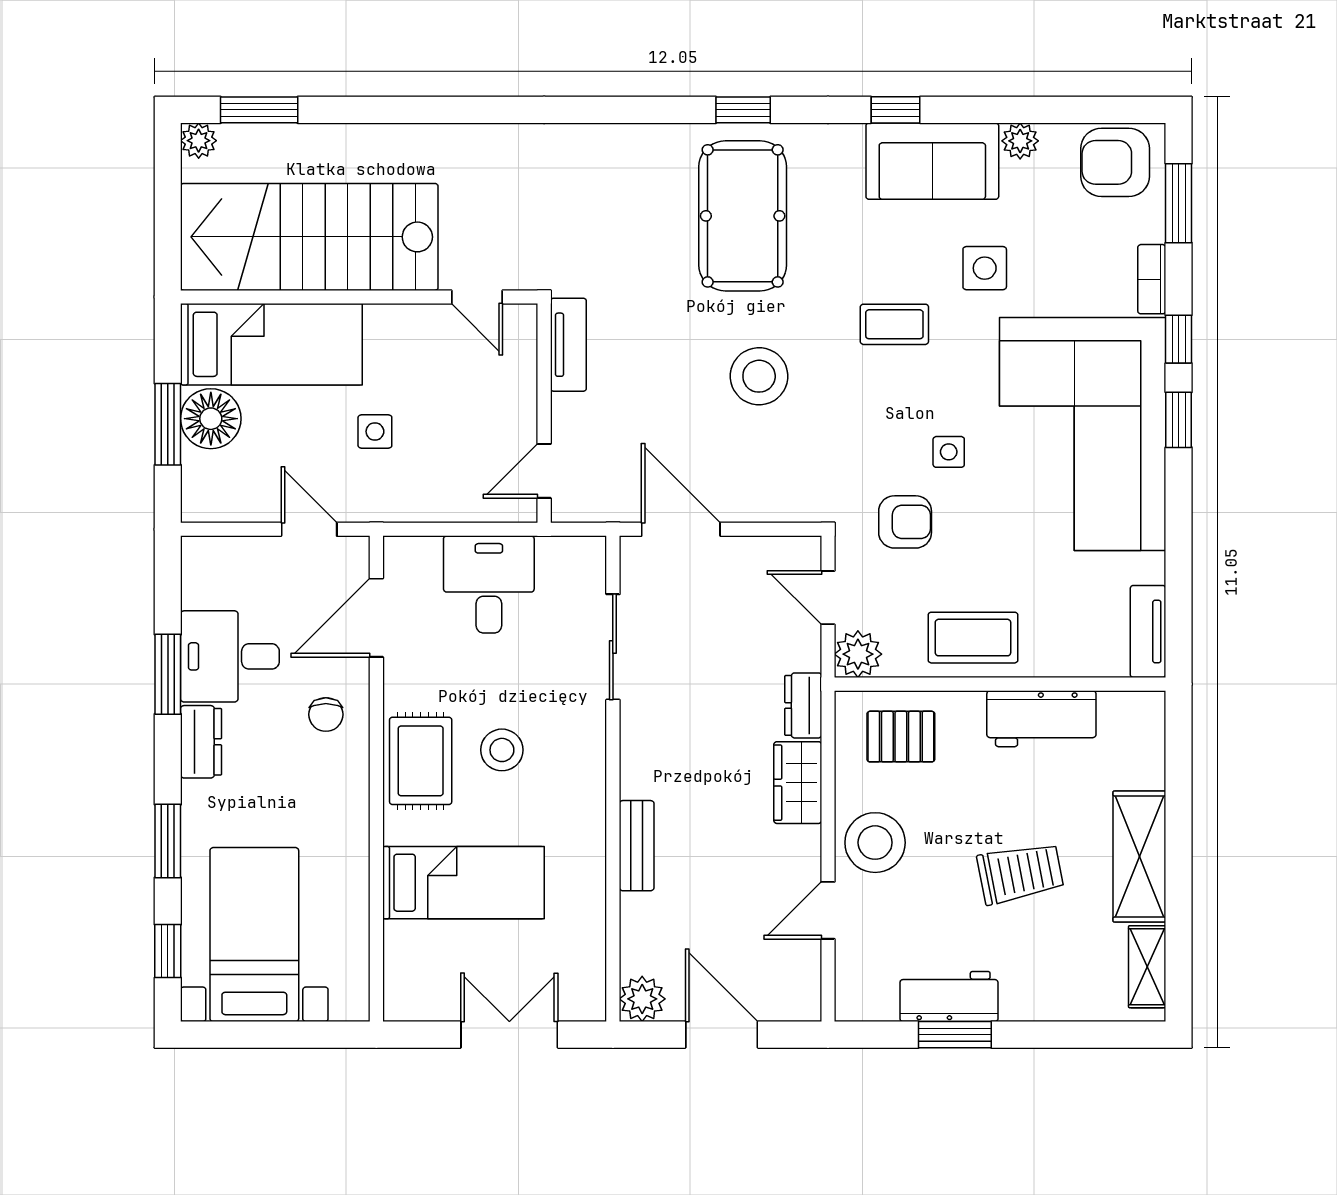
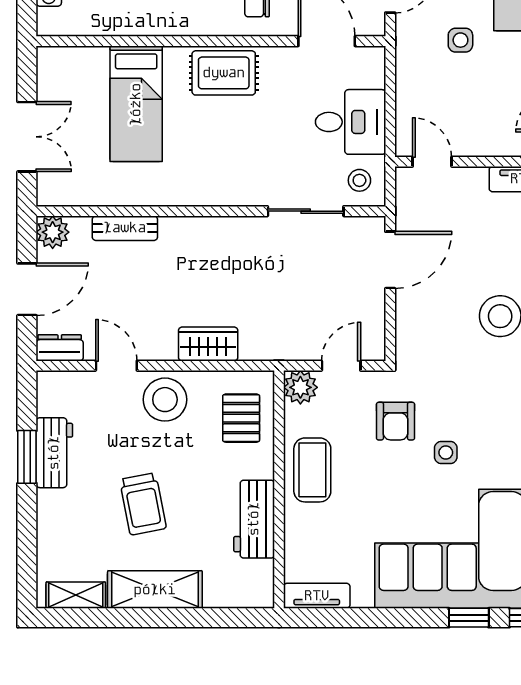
dresser: (803, 705) -> (60, 348), moved
stool: (502, 750) -> (359, 180), moved, width x0.73, depth x0.73
bench: (637, 846) -> (125, 228), moved

